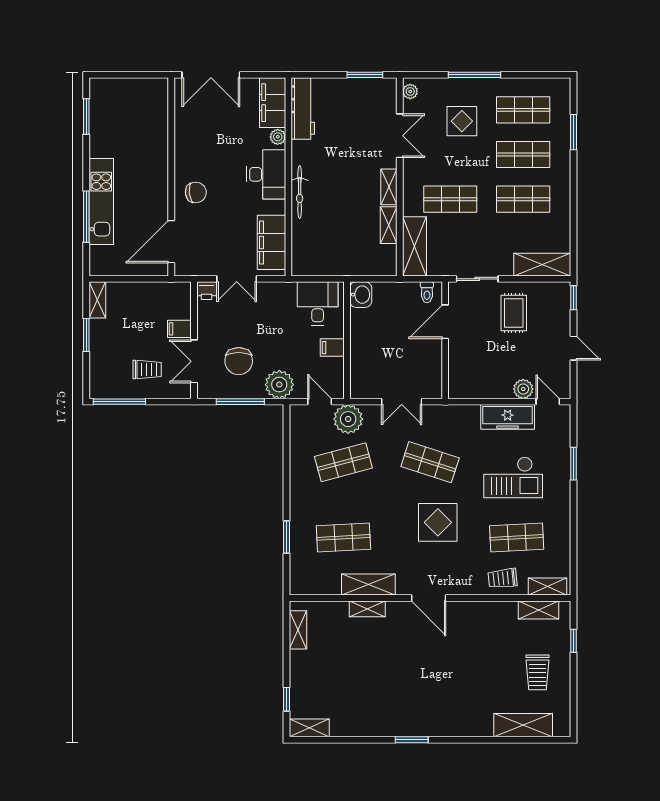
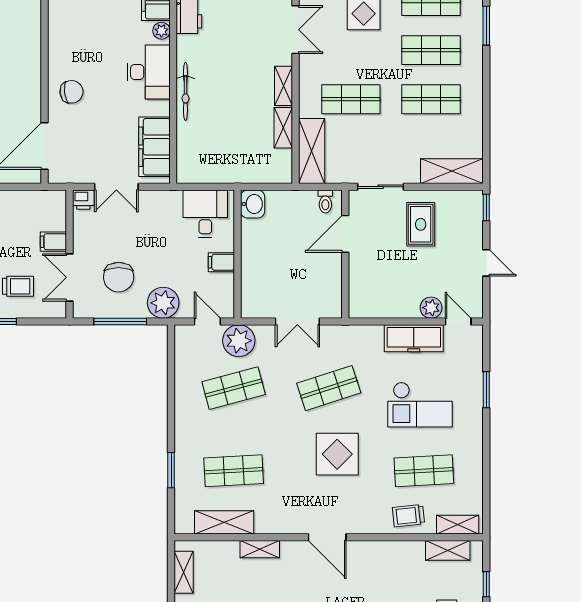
shop shelf: (430, 462) -> (329, 388), turned -36
shelving: (368, 584) -> (224, 522), moved

